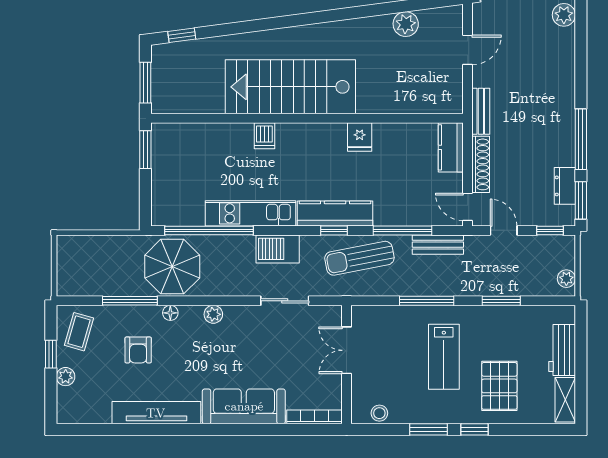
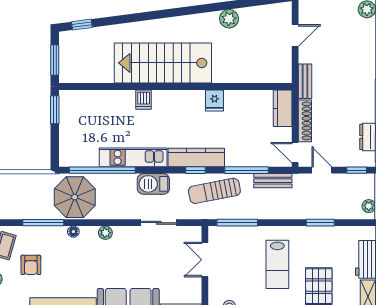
plant: (406, 24) -> (229, 19), moved
window: (427, 301) -> (237, 223), moved
armchair: (138, 350) -> (31, 265), moved

